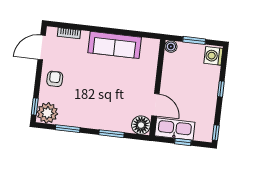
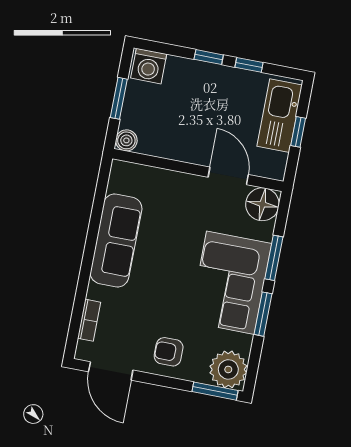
door: (155, 105) -> (228, 176), hinge flipped
window: (35, 106) -> (215, 391), width x1.50
corner sofa: (96, 111) -> (230, 283), added
window: (68, 129) -> (263, 314), moved
kitchen sink: (175, 129) -> (280, 116), moved
window: (216, 133) -> (249, 65), moved

